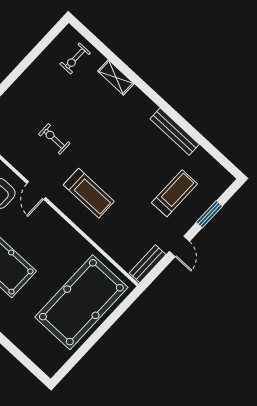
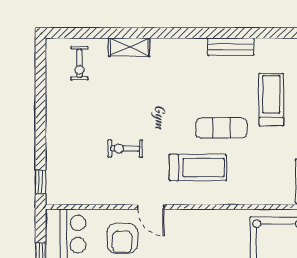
bench: (175, 132) -> (231, 47), width x0.73
exercise mat: (127, 182) -> (221, 128), added

